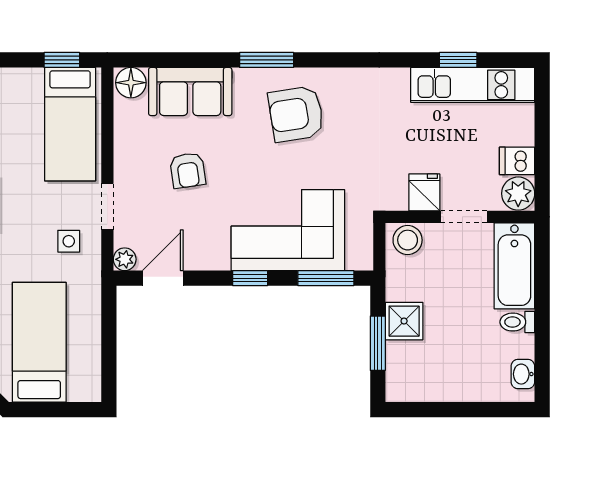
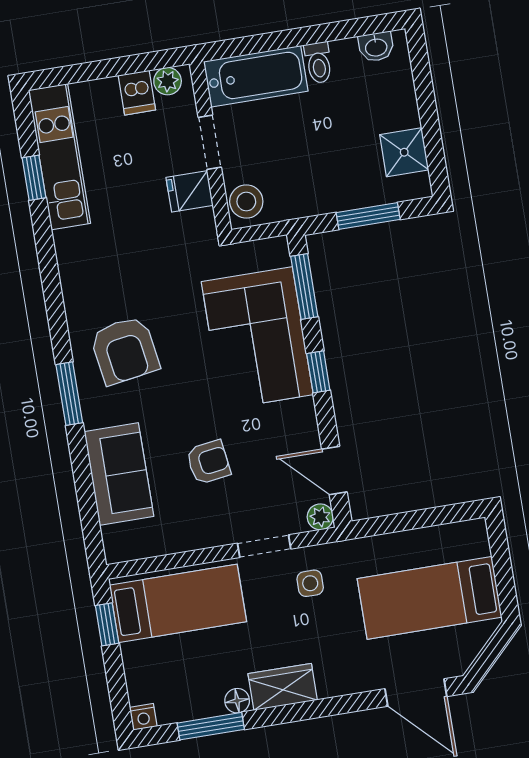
floor lamp: (131, 83) -> (120, 542), removed
plant: (518, 194) -> (168, 81), width x0.73, depth x0.73
shower: (404, 321) -> (404, 152), moved

